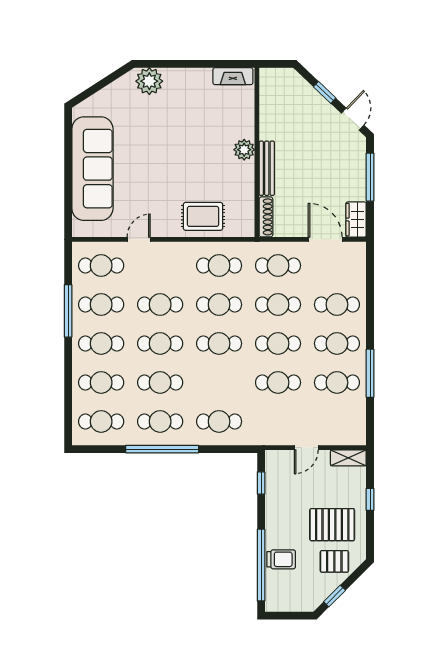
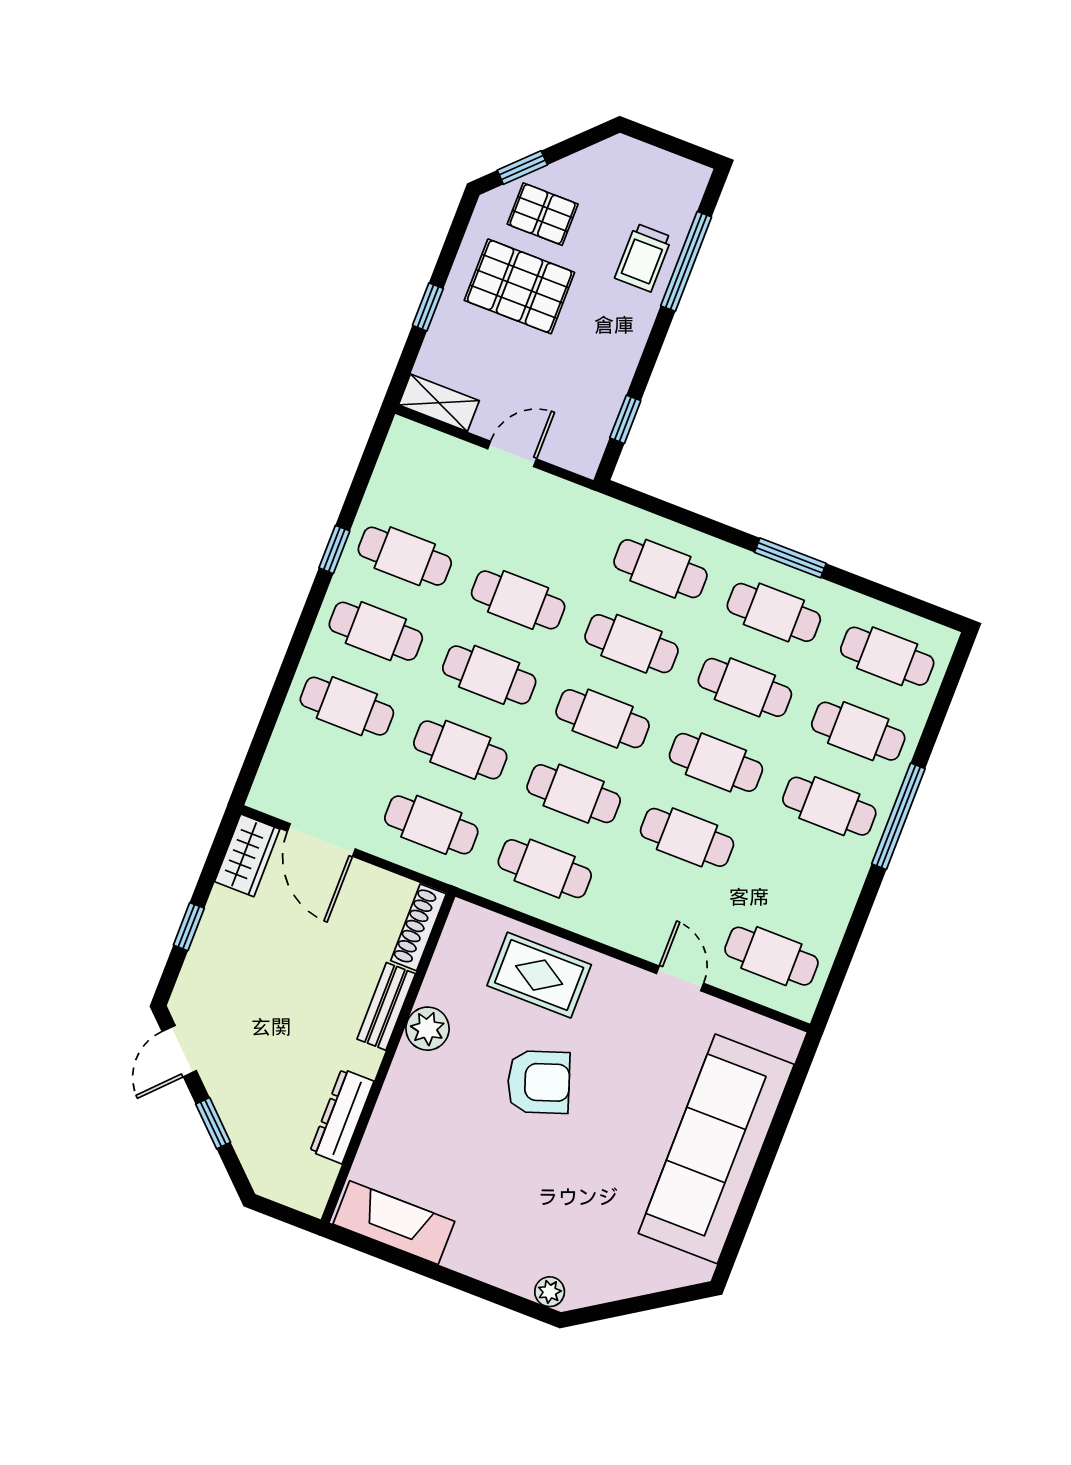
fireplace: (233, 76) -> (394, 1223), width x1.37, depth x1.32
plant: (149, 81) -> (550, 1292), width x0.53, depth x0.53
dresser: (268, 118) -> (342, 1116), added
plant: (244, 150) -> (427, 1029), moved
armchair: (185, 168) -> (539, 1082), added
bench: (267, 168) -> (386, 1006), width x0.73
window: (370, 177) -> (189, 927), width x0.46
door: (139, 239) -> (680, 978), swing flipped
cafe table: (101, 304) -> (632, 644), moved
window: (68, 311) -> (898, 816), moved
window: (370, 373) -> (334, 549), width x0.46
window: (162, 449) -> (790, 558), width x0.47
trolley: (281, 559) -> (643, 258), turned -90
window: (261, 565) -> (686, 261), width x0.68
window: (335, 596) -> (522, 168), moved

